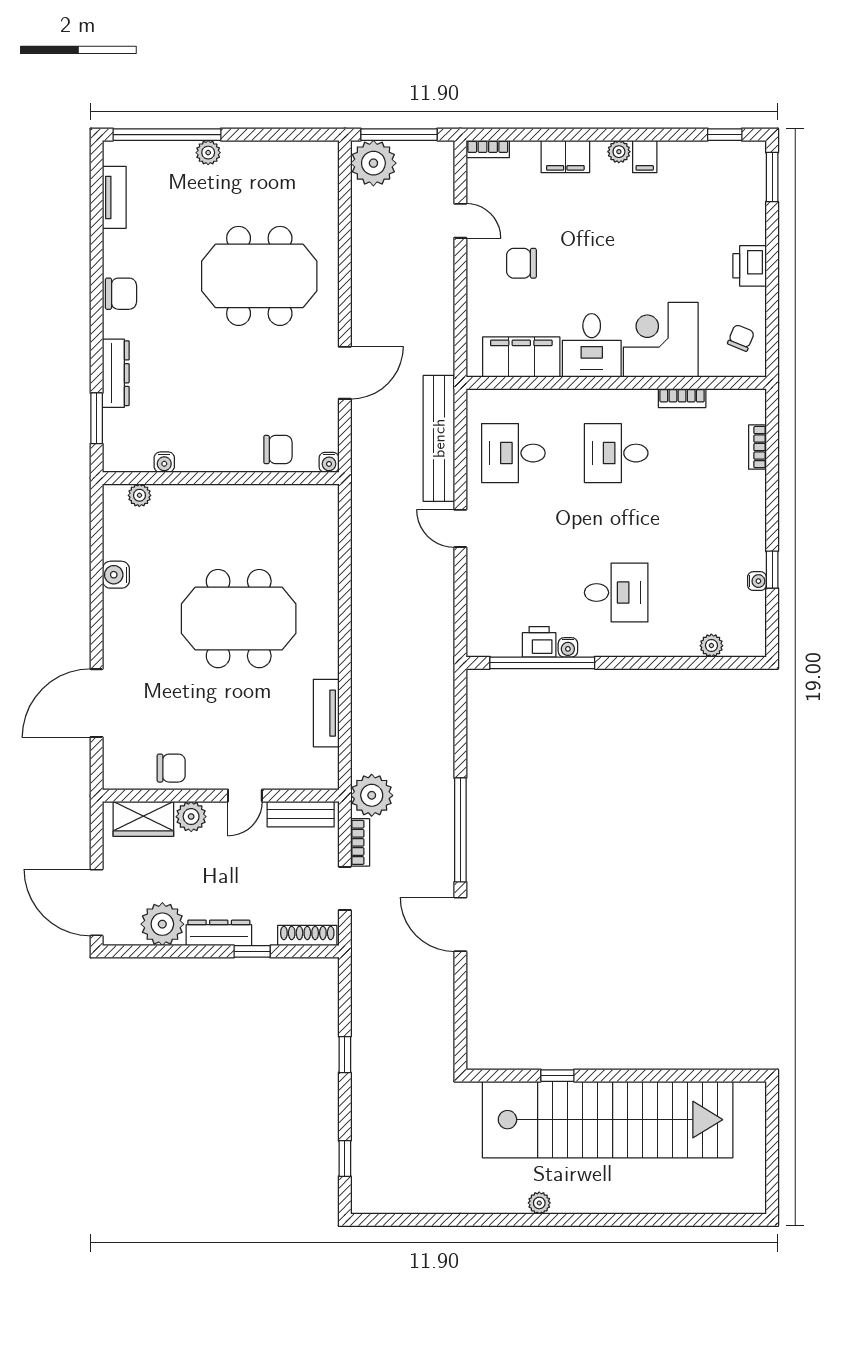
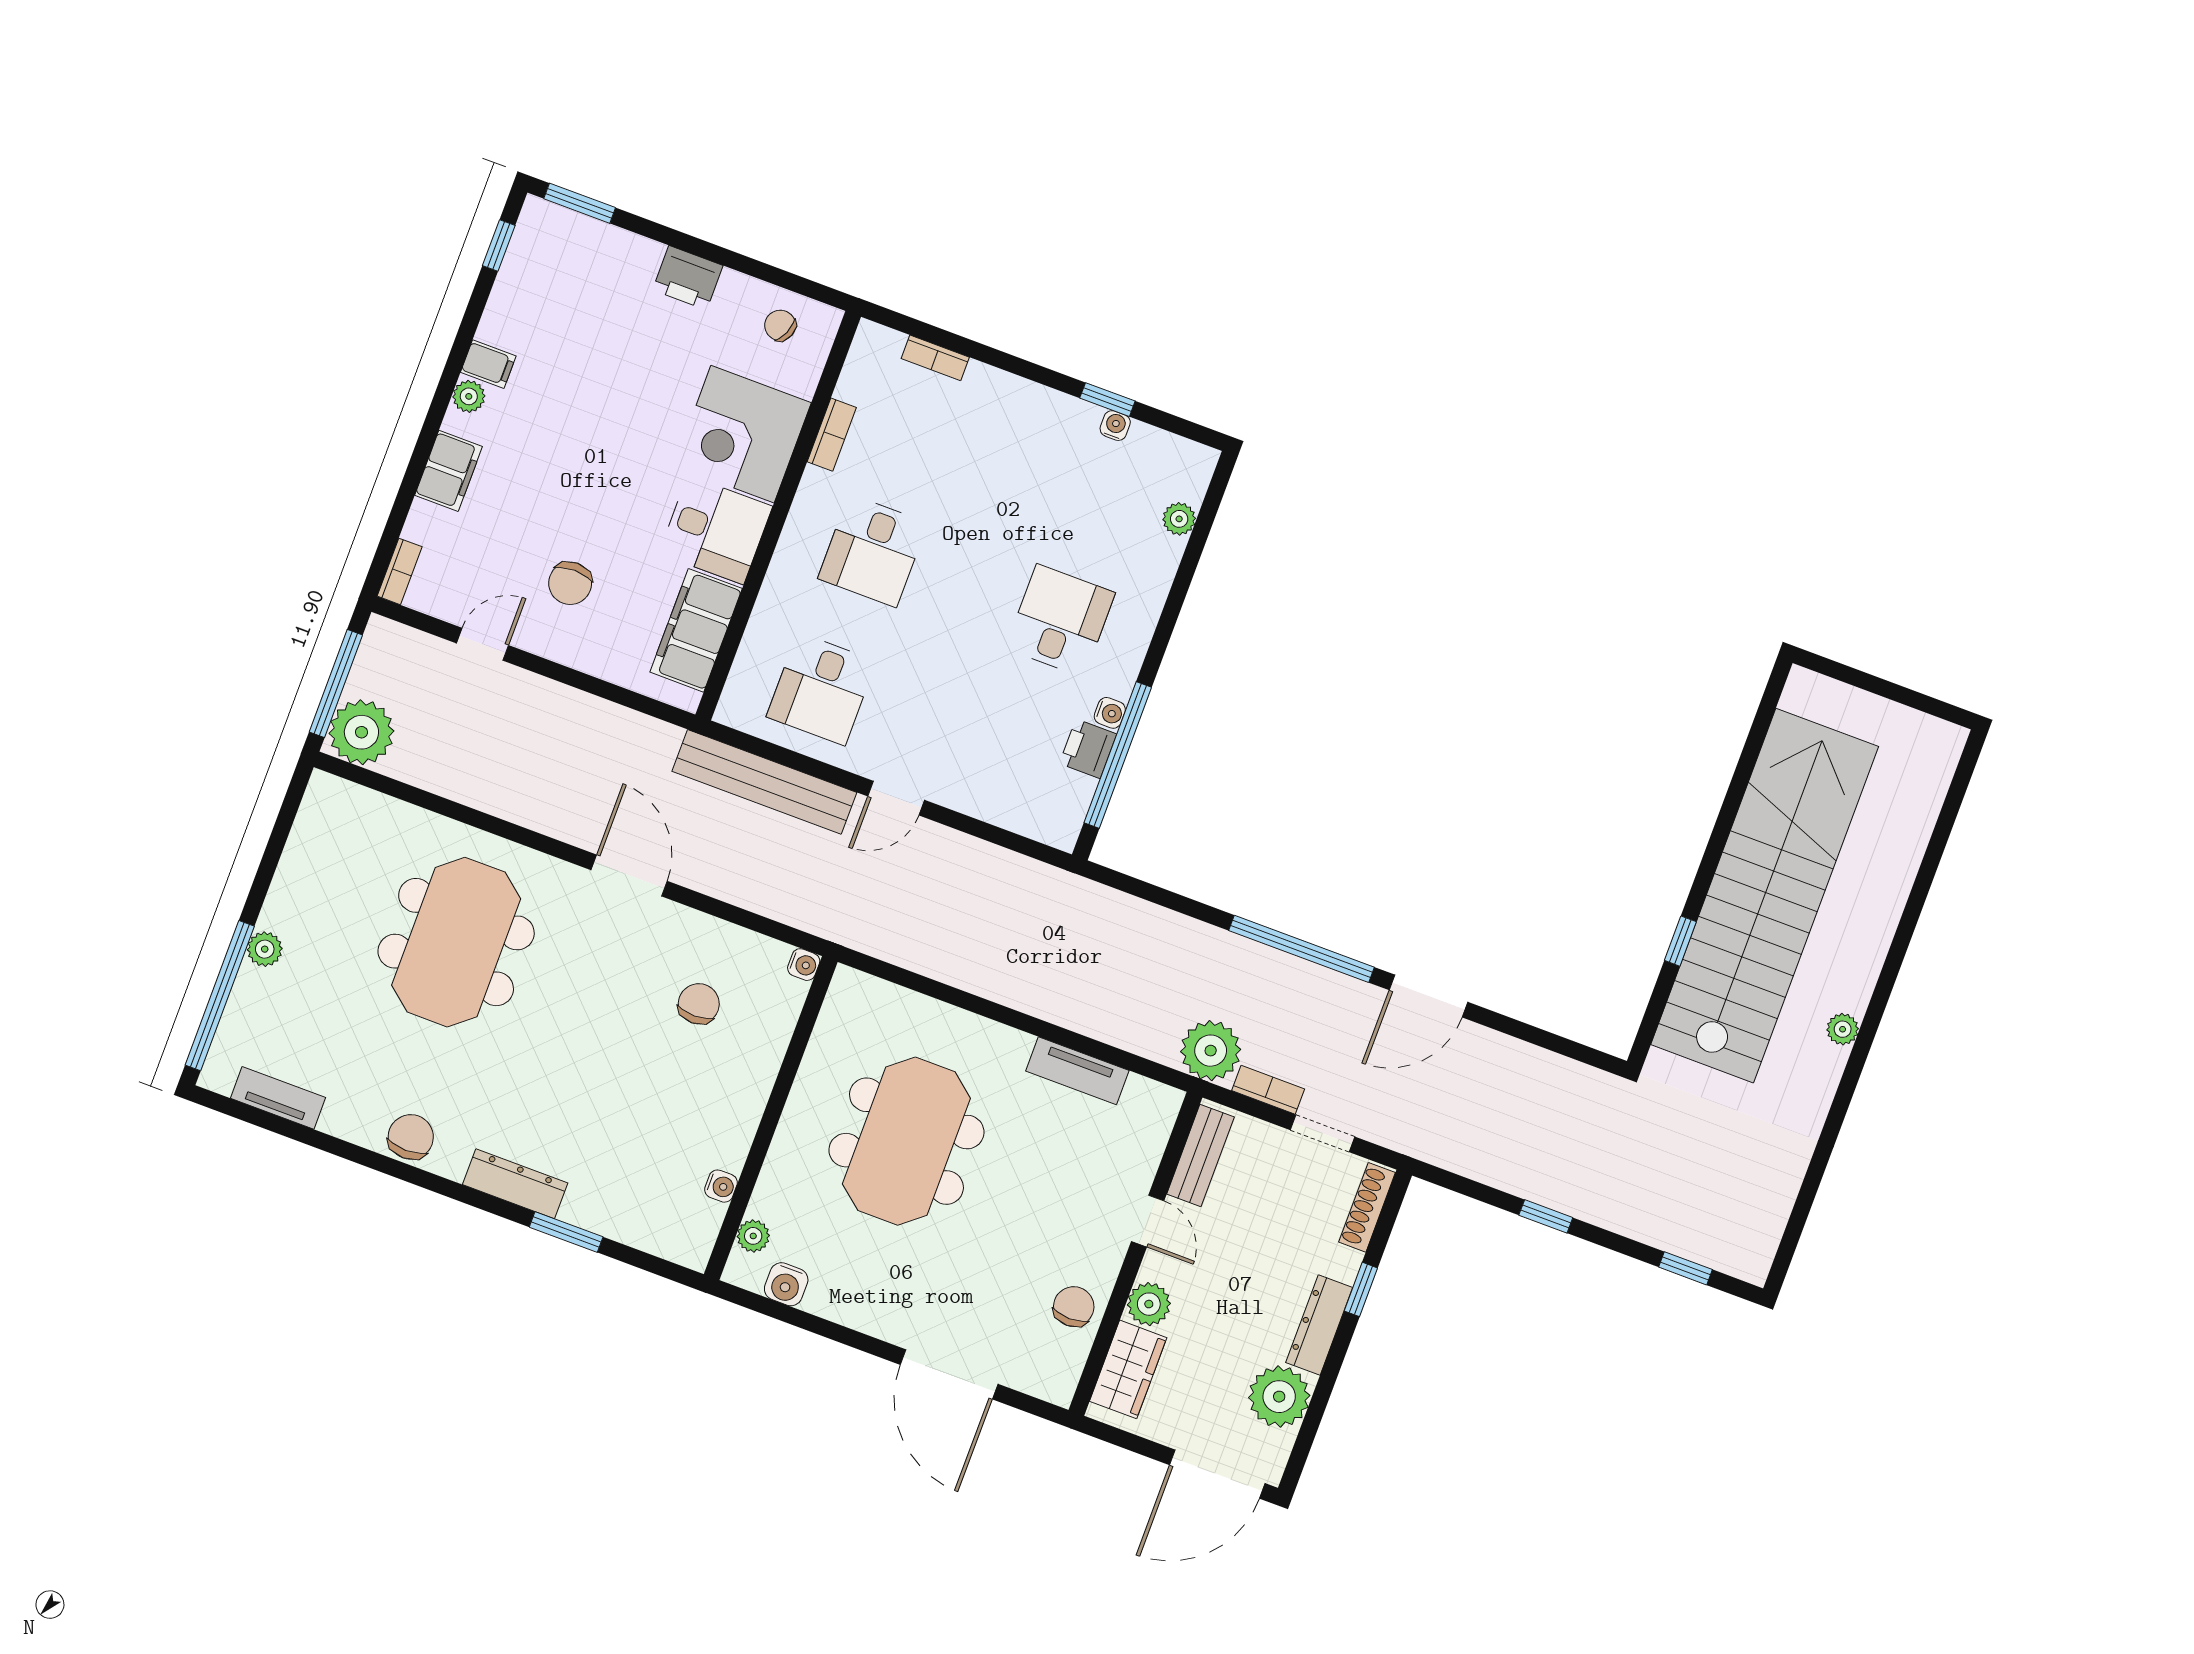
water cooler: (164, 462) -> (721, 1186), moved
water cooler: (329, 462) -> (804, 965), moved
wall: (221, 478) -> (771, 1118), moved
plant: (139, 495) -> (753, 1236), moved

